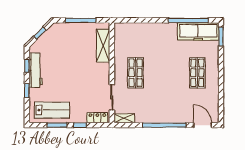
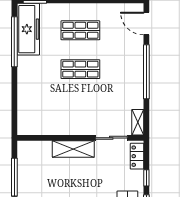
shelving: (103, 46) -> (73, 149), moved
shop shelf: (136, 73) -> (80, 69), moved
door: (203, 125) -> (146, 24), hinge flipped

